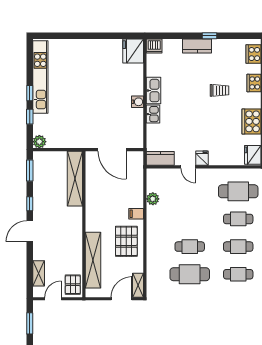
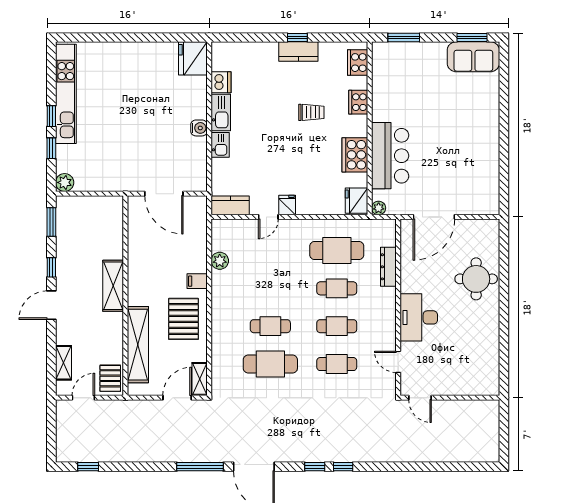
dishwasher: (154, 46) -> (221, 82), moved, turned -90
kitchen counter: (197, 46) -> (298, 51), moved
door: (188, 167) -> (268, 217), hinge flipped
shelving: (75, 179) -> (113, 286), moved, width x0.68
window: (30, 323) -> (51, 431), removed

